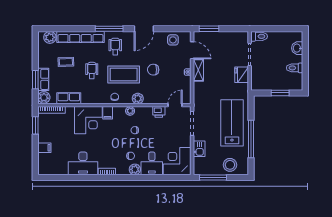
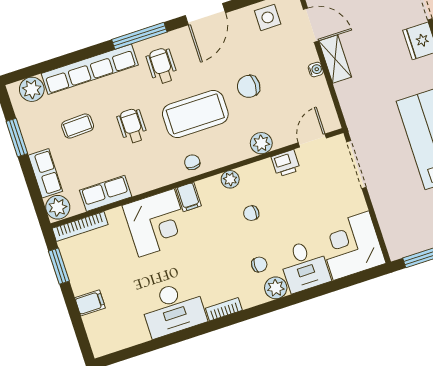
window: (35, 80) -> (17, 138), moved
plant: (138, 99) -> (261, 143), moved
kitchen sink: (199, 149) -> (385, 208), removed

